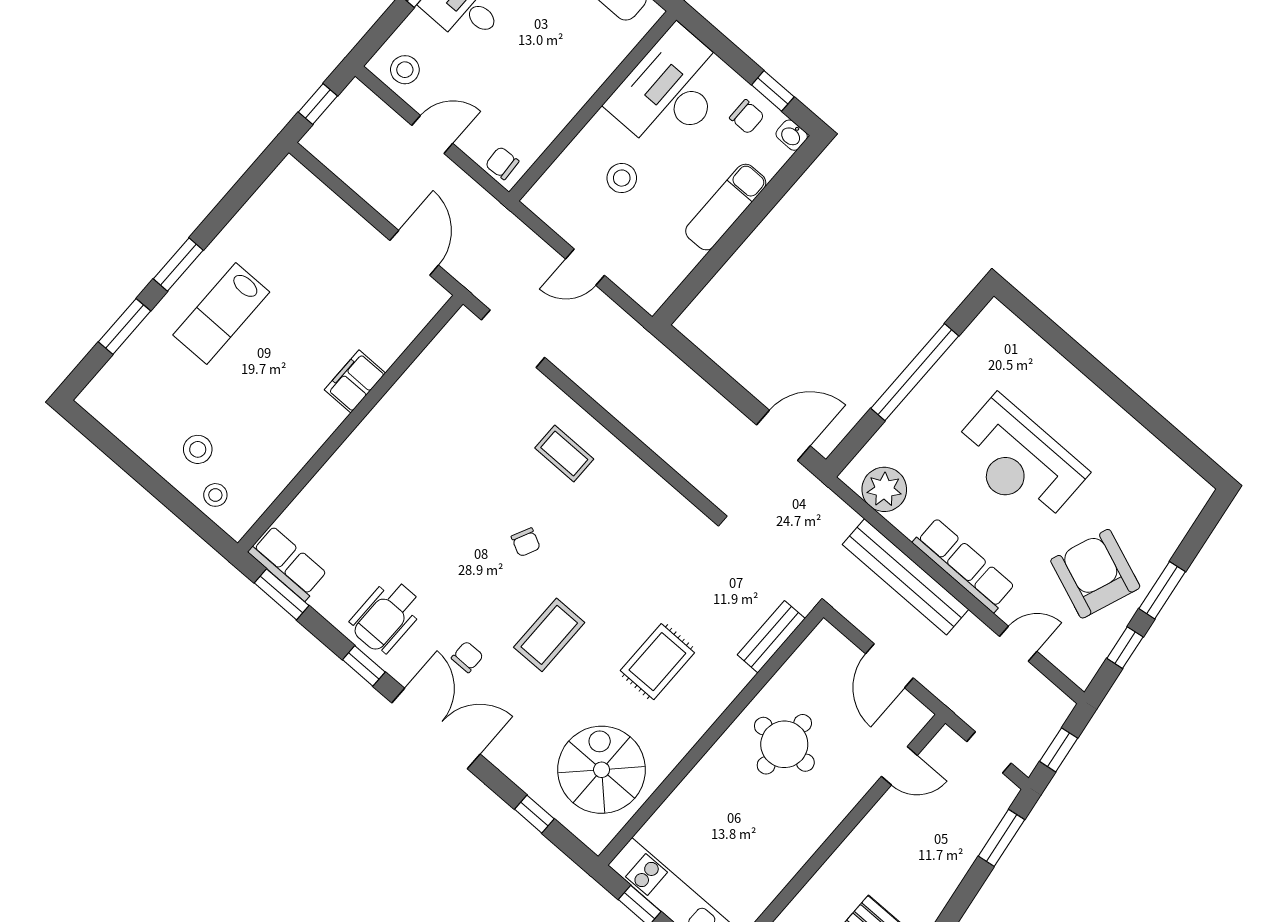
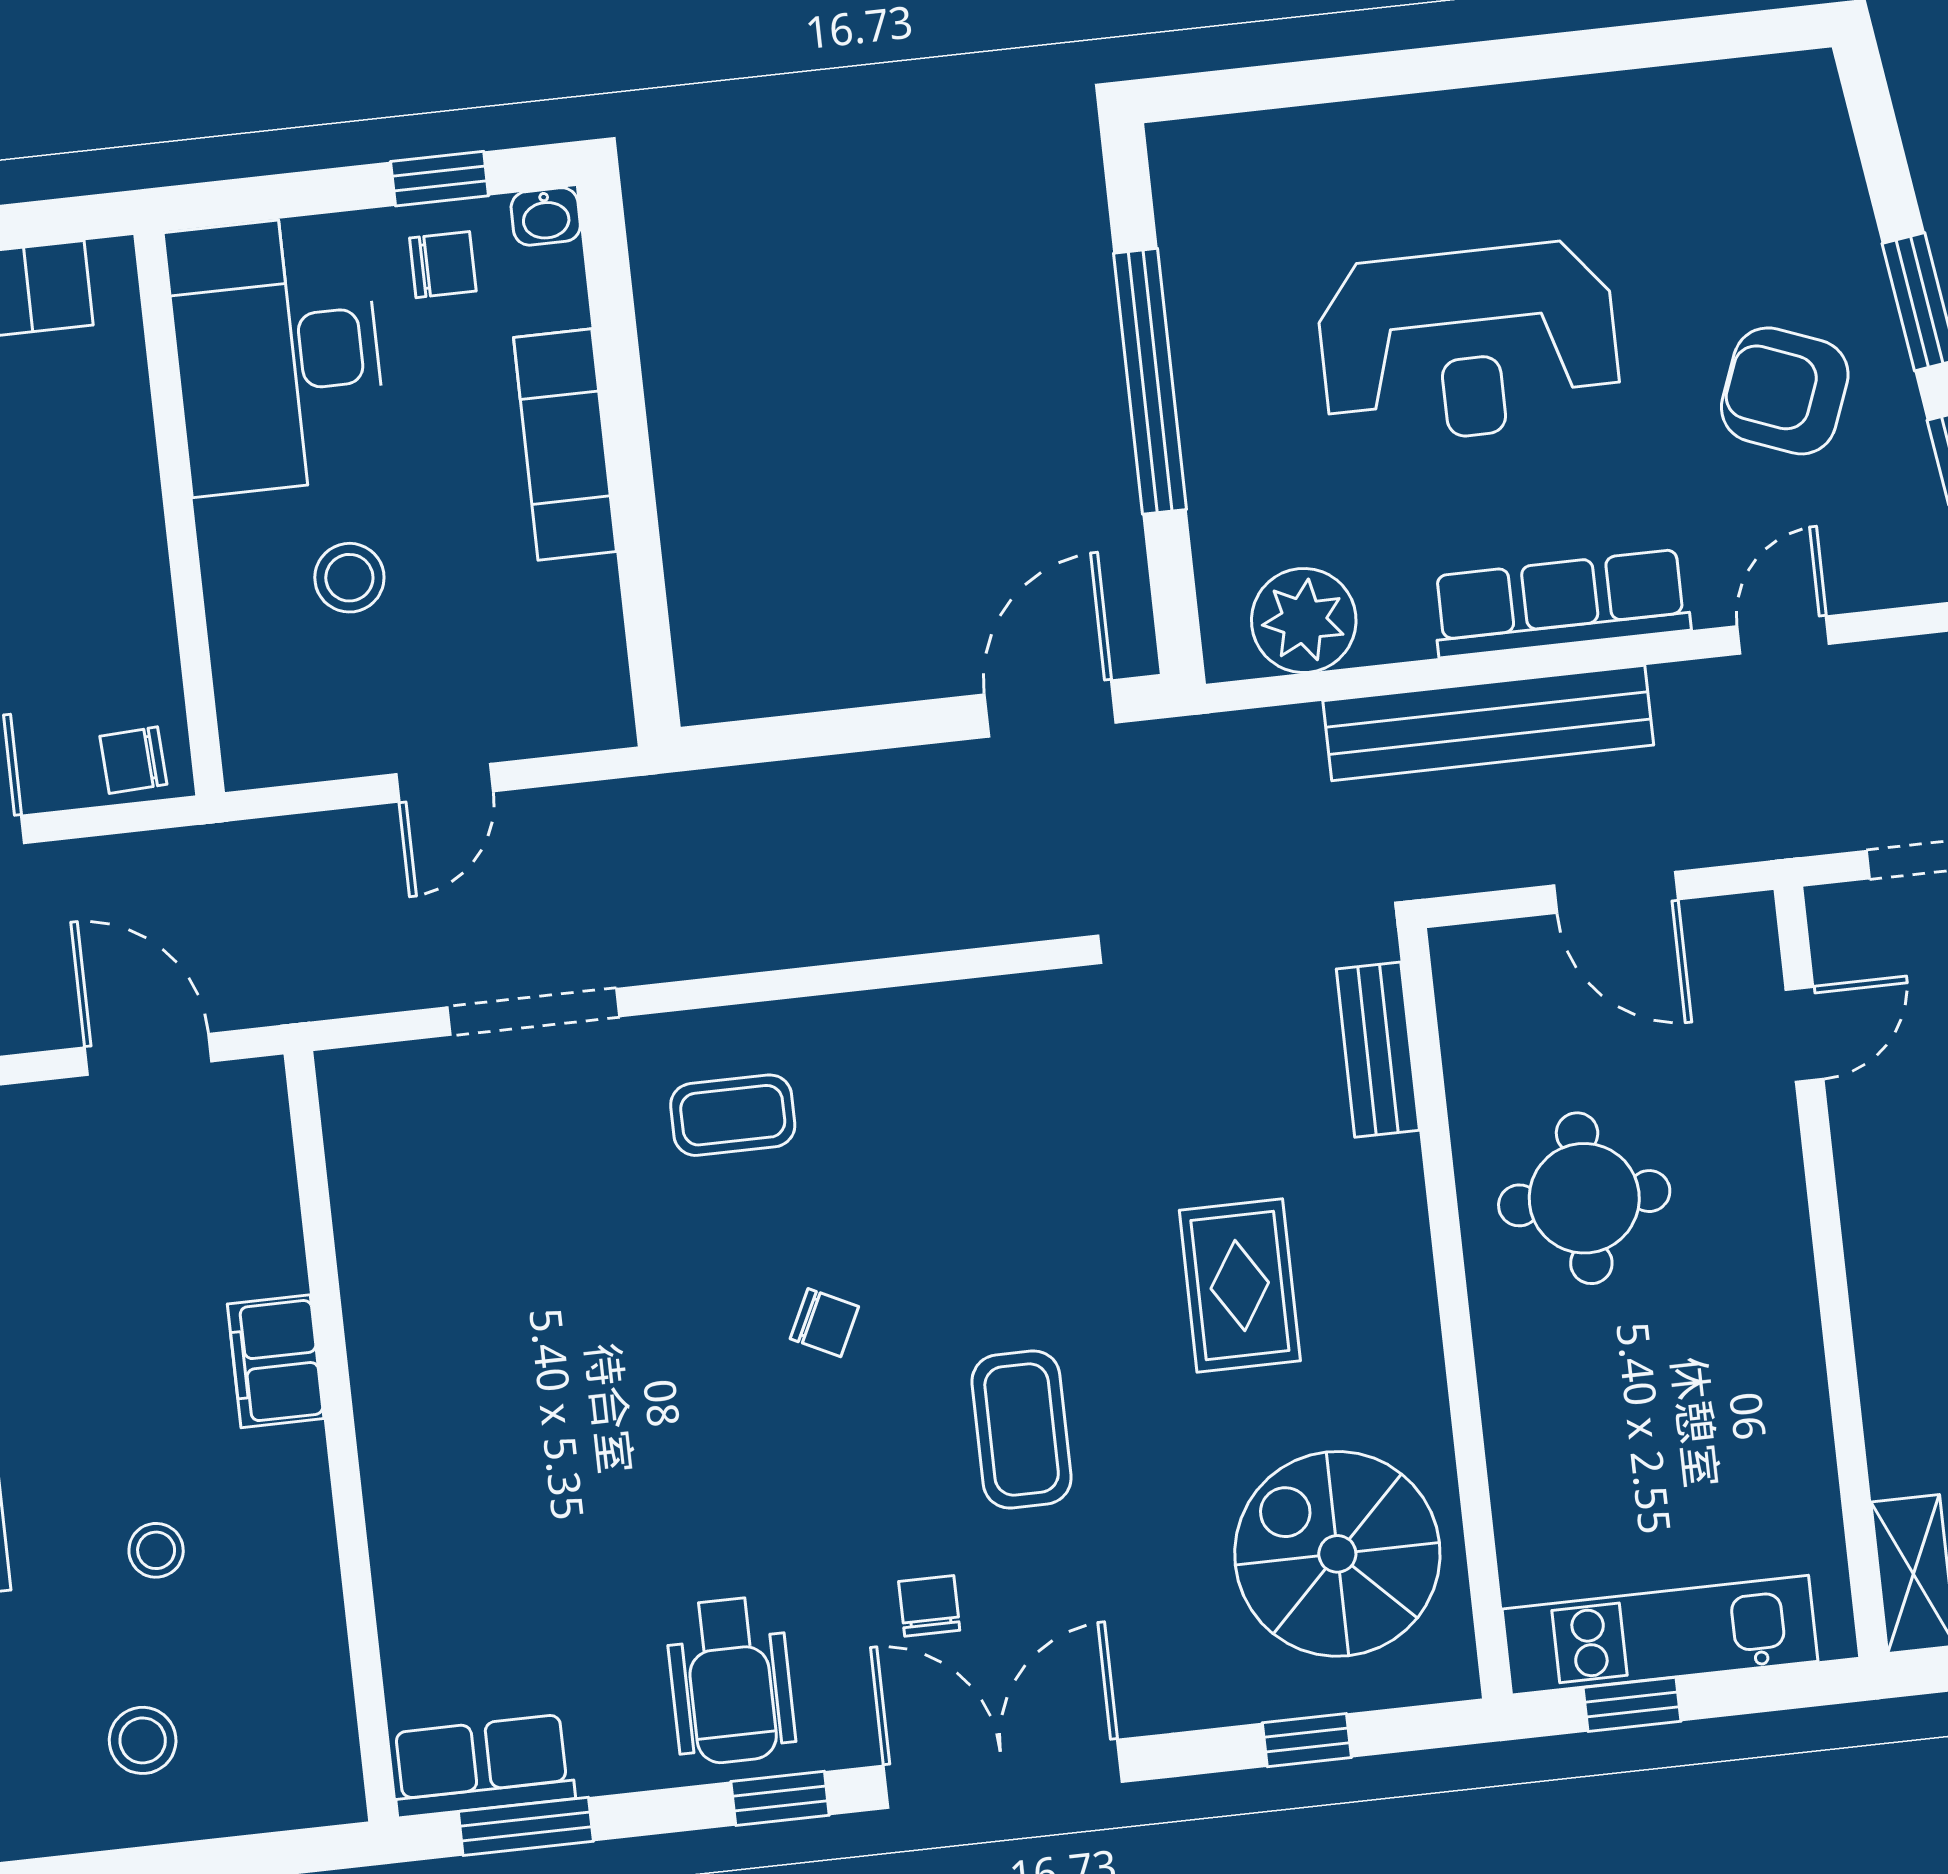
doorway: (513, 339) -> (533, 1012), moved
stool: (215, 495) -> (156, 1550), moved
armchair: (1095, 574) -> (1785, 391), width x0.73, depth x0.73

